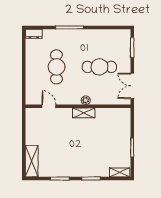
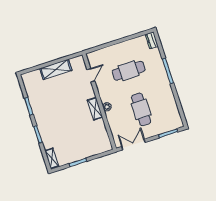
shelving: (32, 161) -> (56, 69), moved

